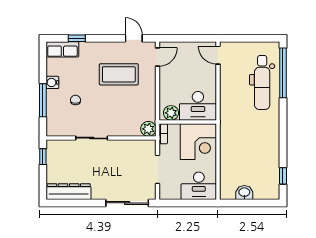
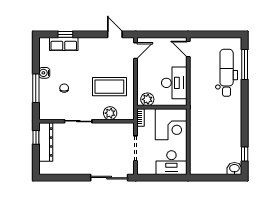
row of seats: (62, 49) -> (64, 44), moved
window: (283, 73) -> (245, 65), width x0.68
coffee table: (119, 74) -> (109, 87), moved
dental chair: (262, 82) -> (227, 73), turned 180
desk: (198, 106) -> (174, 83), moved, turned -90
plant: (148, 129) -> (110, 113), moved
dresser: (69, 192) -> (46, 142), moved, turned 90
washbasin: (244, 193) -> (234, 169), moved

